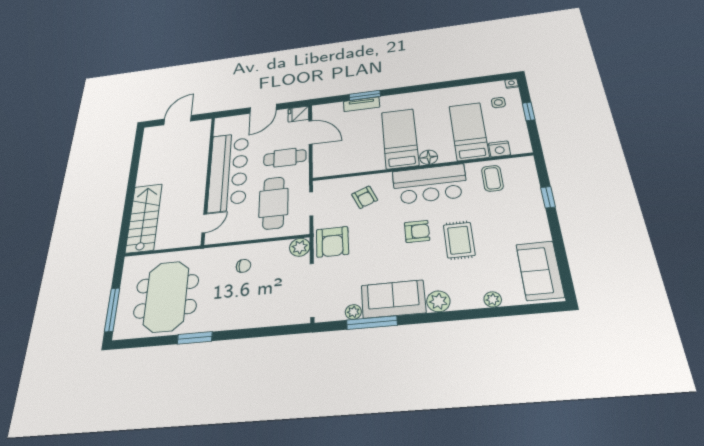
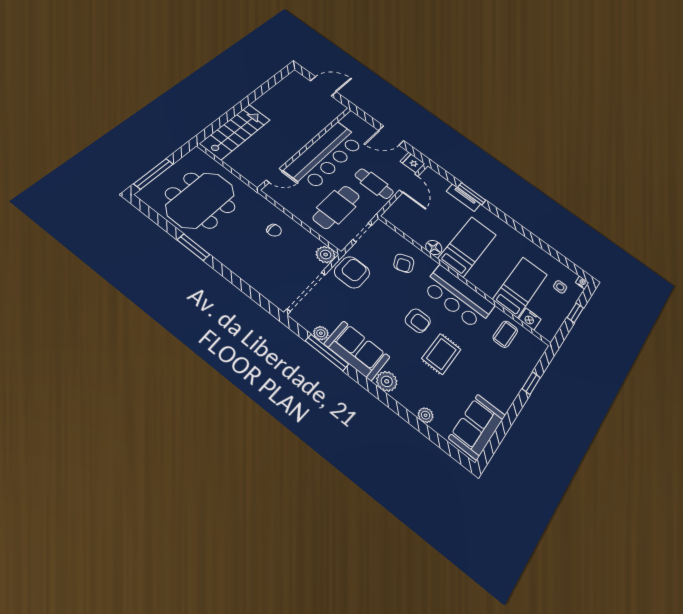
floor lamp: (429, 157) -> (434, 248), moved
armchair: (332, 242) -> (352, 272), turned 180

